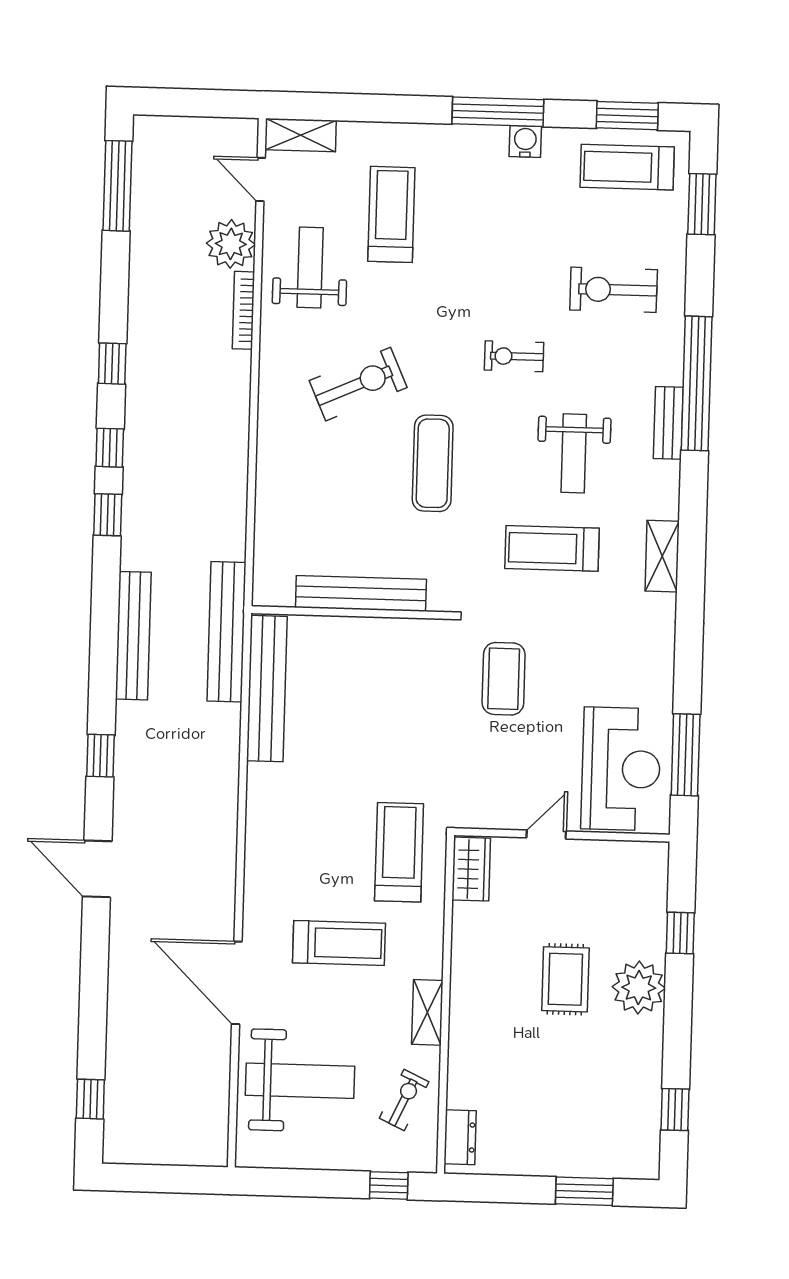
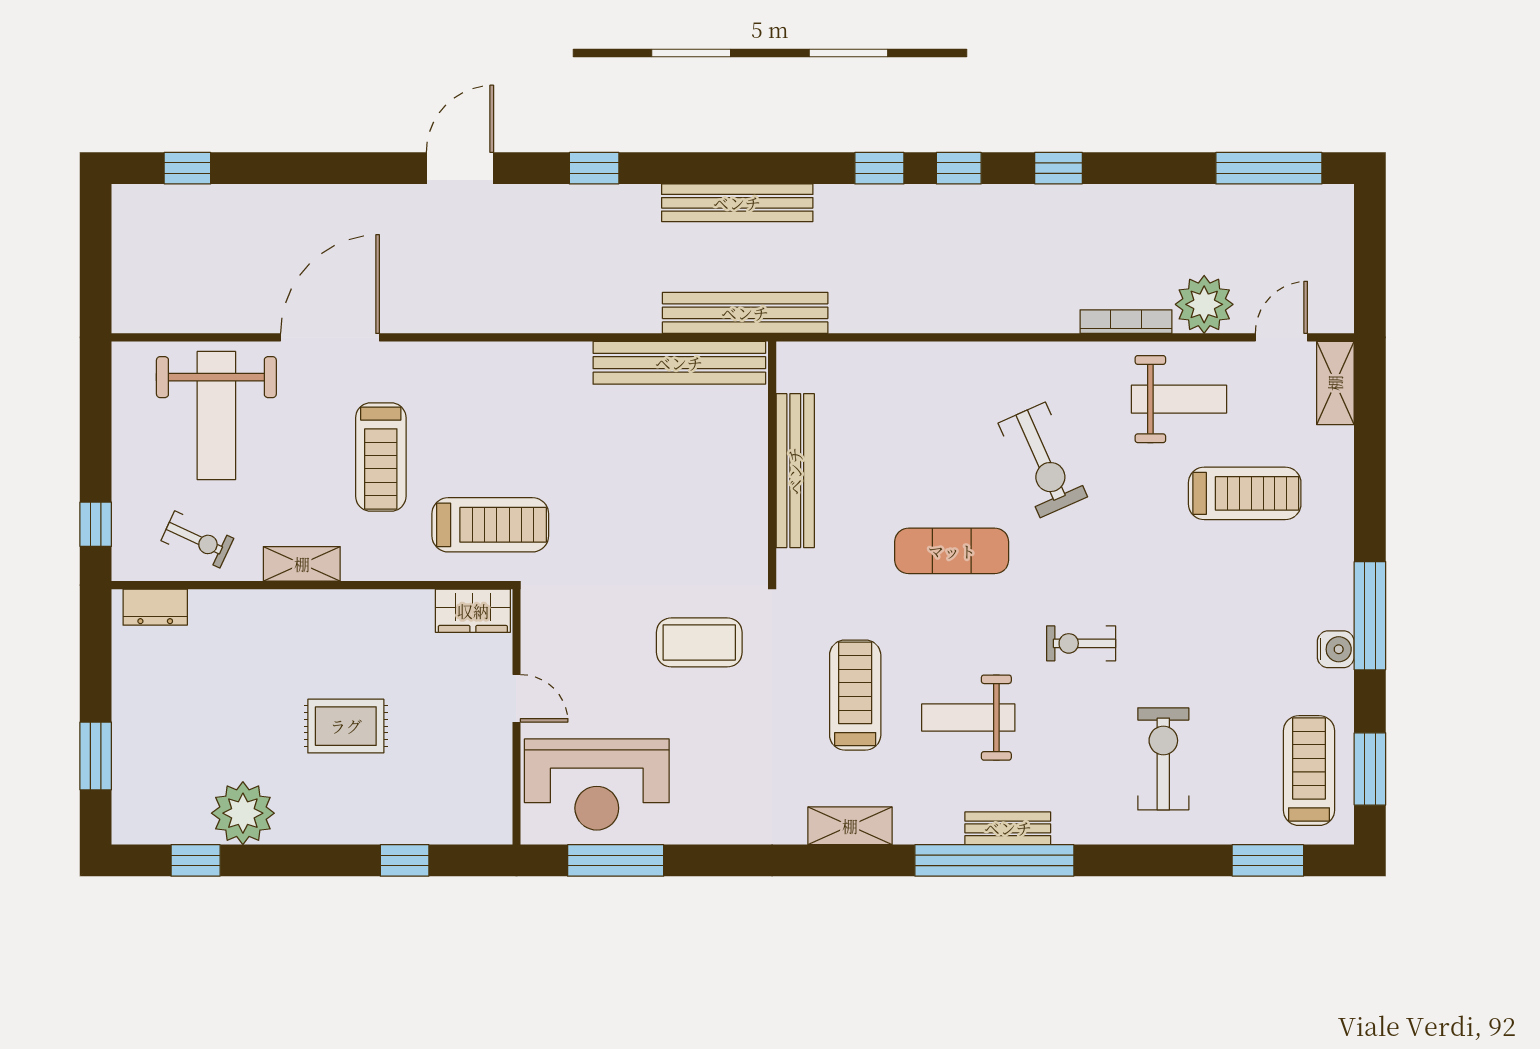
exercise bike: (514, 356) -> (1081, 643), turned -90
window: (697, 383) -> (994, 860), moved
plant: (639, 988) -> (243, 813), moved

